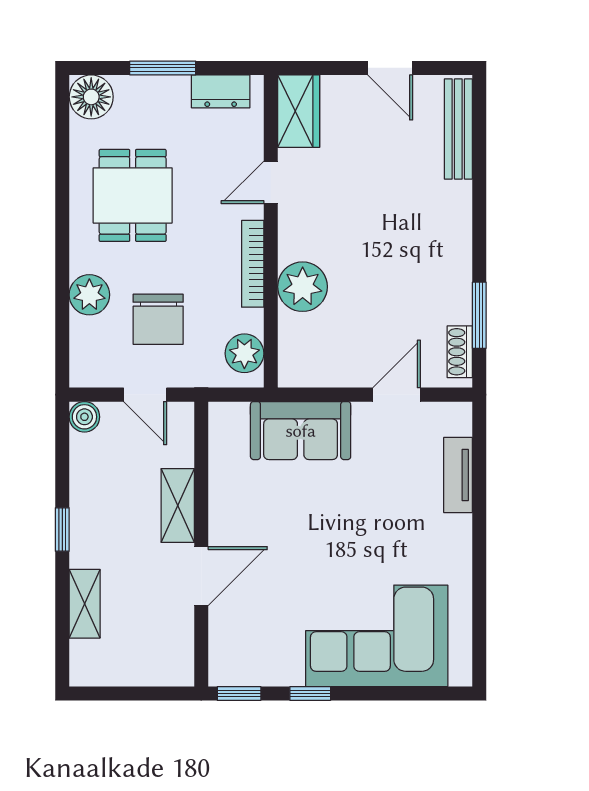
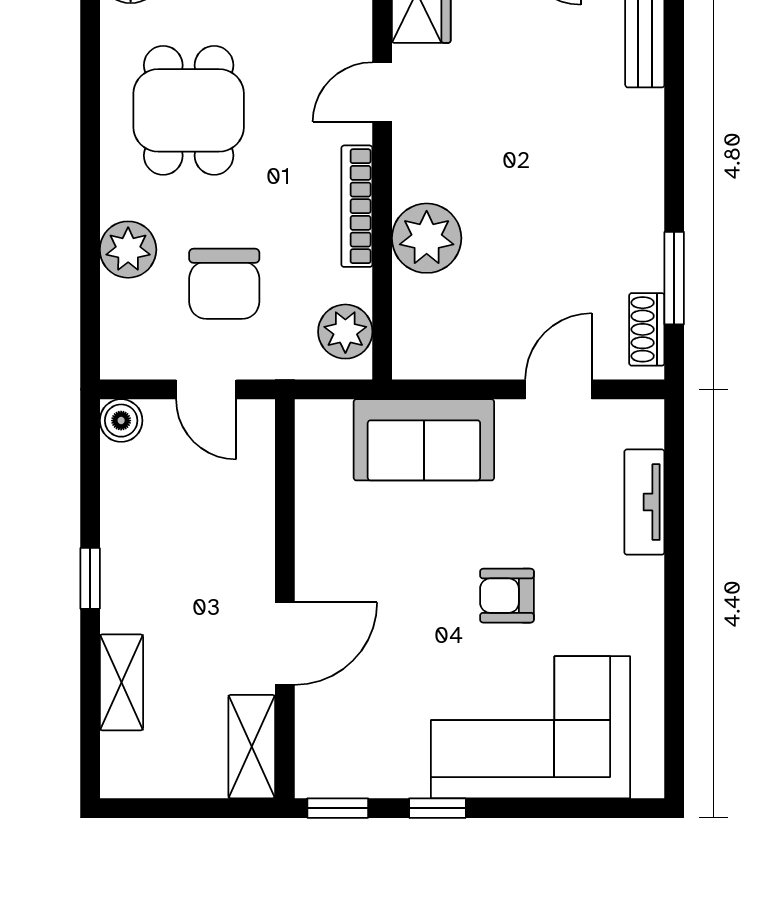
shelving: (178, 506) -> (252, 747), moved
armchair: (360, 542) -> (507, 596), added

